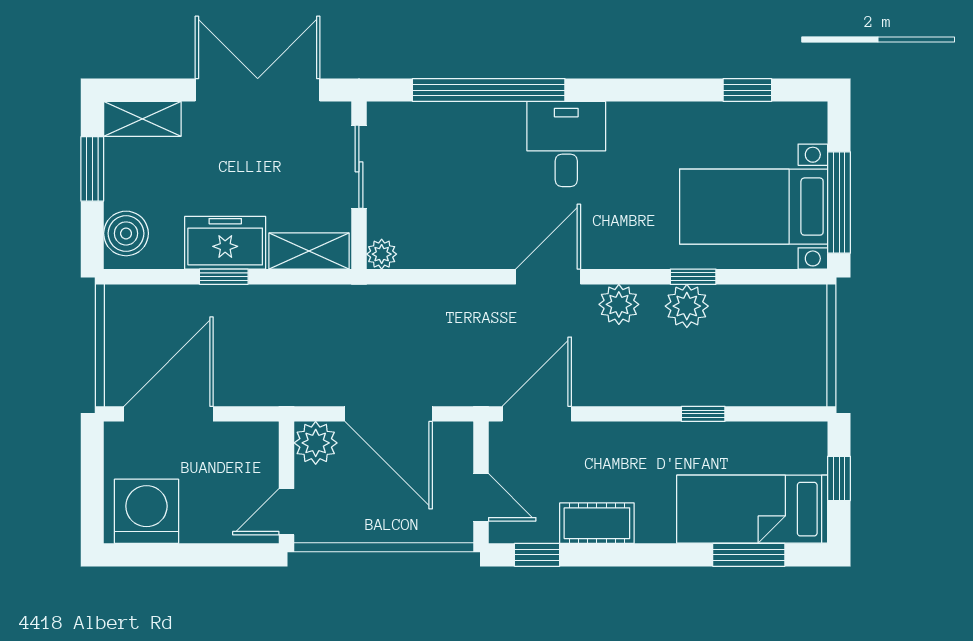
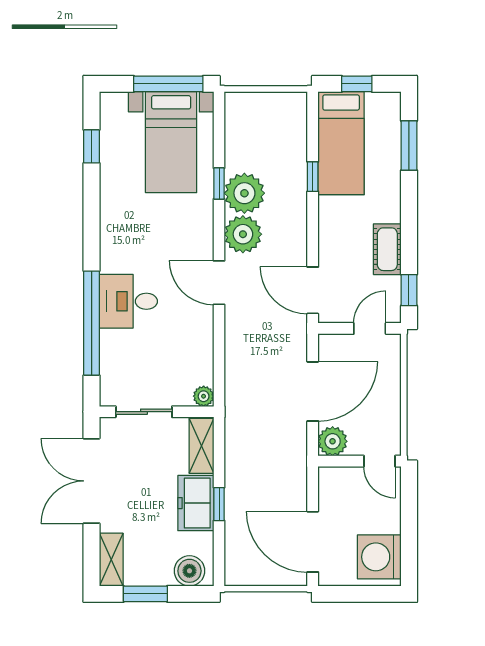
desk: (566, 144) -> (128, 301), moved
plant: (619, 304) -> (243, 234), width x1.36, depth x1.36
plant: (687, 306) -> (244, 193), width x1.36, depth x1.36
bed: (752, 509) -> (341, 143), moved

